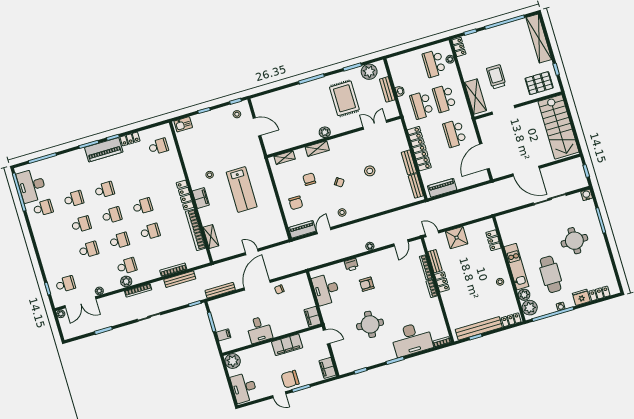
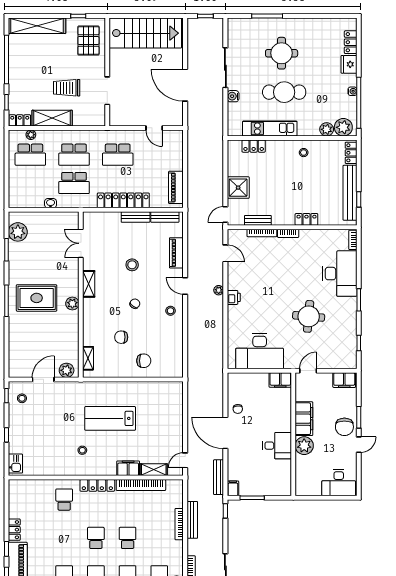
bench: (387, 89) -> (44, 217), removed
shelving: (475, 96) -> (52, 118), moved
rug: (344, 98) -> (37, 298), moved
plant: (270, 143) -> (67, 370), added
school desk: (158, 146) -> (64, 500), moved
shelving: (317, 149) -> (89, 284), moved
door: (485, 156) -> (154, 128), width x0.53
door: (526, 171) -> (185, 85), swing flipped
lab bench: (242, 190) -> (110, 418), turned 180
water cooler: (587, 195) -> (233, 96), moved
filing cabinet: (201, 198) -> (128, 468), moved
piano: (302, 229) -> (176, 253), moved
door: (324, 231) -> (185, 286), moved
door: (252, 252) -> (185, 460), moved
printer: (351, 265) -> (234, 297), moved
kitchen unit: (516, 267) -> (270, 129), moved
cafe table: (551, 274) -> (284, 92), moved
locker: (442, 282) -> (306, 219), moved
armchair: (367, 284) -> (261, 307), removed
desk: (326, 289) -> (260, 351), width x1.36, depth x1.30
filing cabinet: (224, 335) -> (233, 488), moved
plant: (233, 361) -> (304, 446), moved

